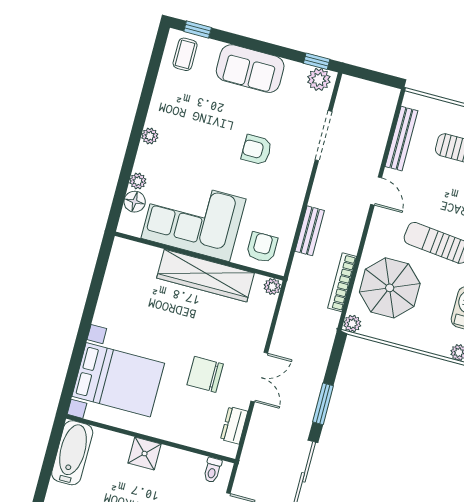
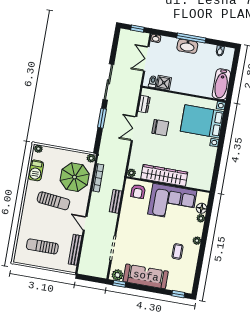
coffee table: (185, 54) -> (177, 251), moved
sofa: (250, 69) -> (146, 276), width x1.36
armchair: (257, 150) -> (145, 238), removed
shower: (145, 454) -> (164, 83), moved

